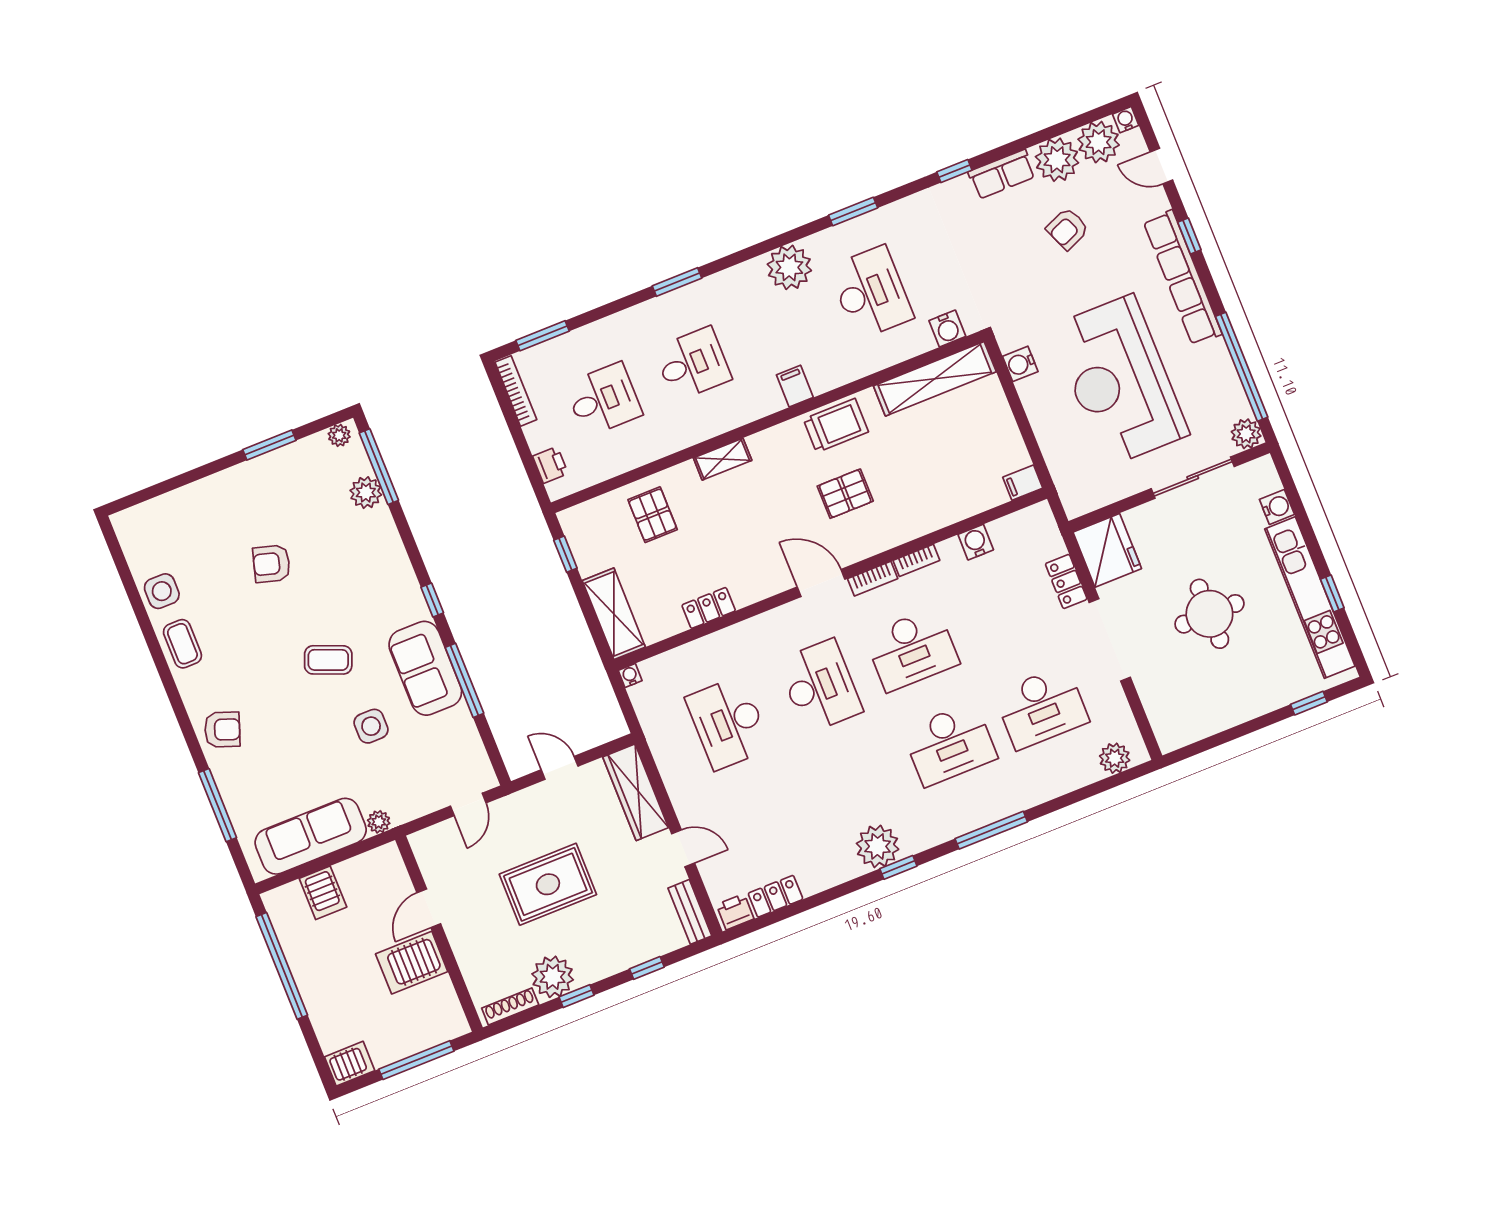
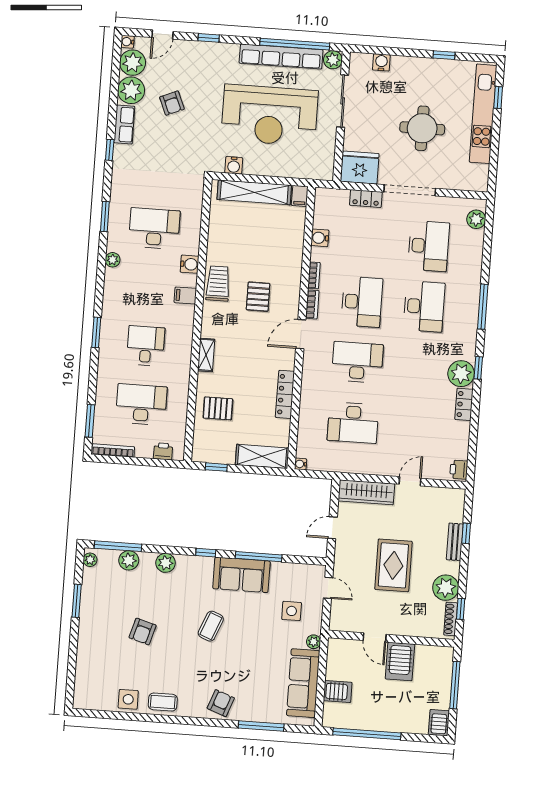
plant: (789, 267) -> (113, 260), width x0.53, depth x0.53
row of seats: (1183, 278) -> (281, 57), moved
water cooler: (947, 328) -> (190, 264), moved
shelving: (935, 379) -> (254, 192), moved, turned 90
desk: (603, 399) -> (141, 405), width x1.37
plant: (389, 548) -> (166, 563), added
kitchen unit: (1310, 598) -> (483, 114), moved, turned 90
locker: (709, 608) -> (285, 394), width x1.53
side table: (371, 726) -> (292, 611), moved
locker: (776, 896) -> (464, 404), moved
bench: (690, 912) -> (455, 542), moved, turned 90
window: (577, 996) -> (461, 609), moved

